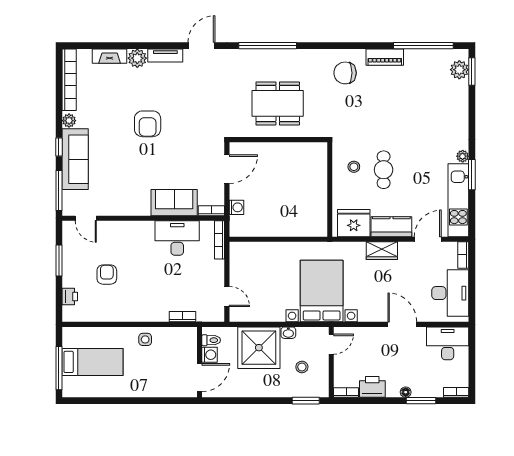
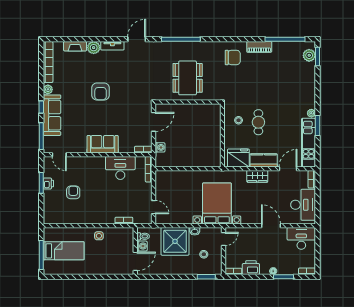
chair: (345, 73) -> (233, 57), turned 180
dining table: (278, 103) -> (188, 78), turned 90
sofa: (174, 203) -> (103, 144), moved
printer: (70, 296) -> (48, 184), moved

